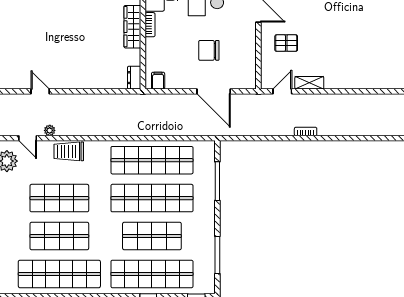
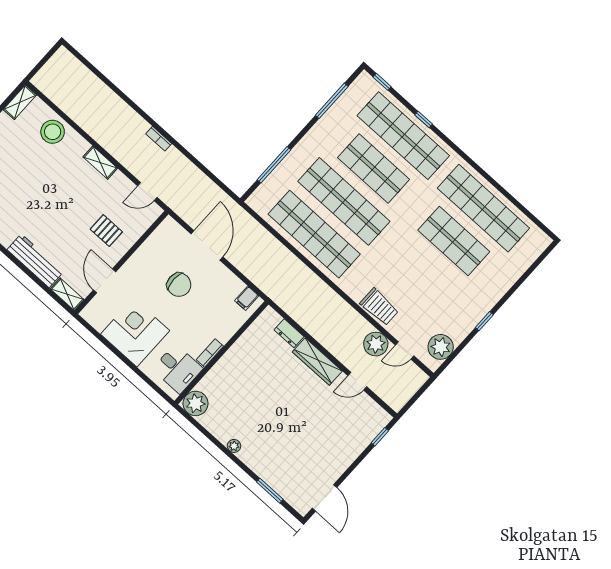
wardrobe: (132, 27) -> (317, 362), moved, turned 90
stool: (377, 75) -> (53, 132), added
dresser: (134, 78) -> (289, 333), moved, turned 90
shelving: (309, 83) -> (100, 163), moved
door: (40, 91) -> (357, 381), hinge flipped
plant: (50, 130) -> (376, 344), width x1.88, depth x1.88
door: (28, 138) -> (405, 350), swing flipped
shop shelf: (59, 198) -> (424, 274), removed

